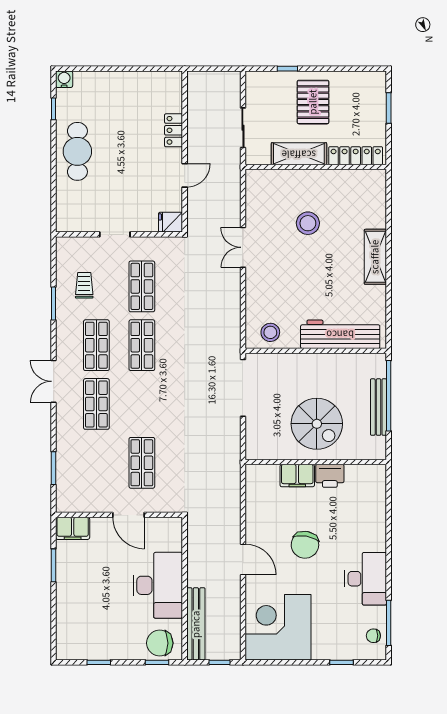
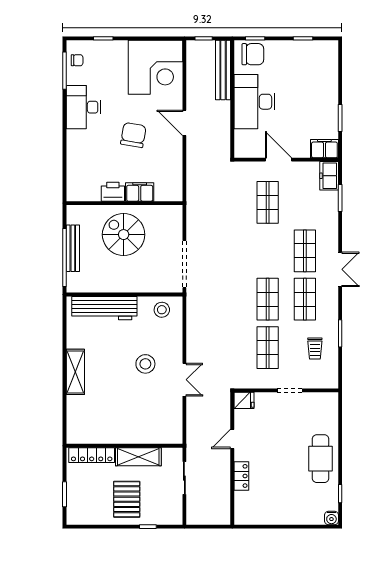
stool: (308, 223) -> (145, 364), moved
freezer: (67, 495) -> (329, 176), added

